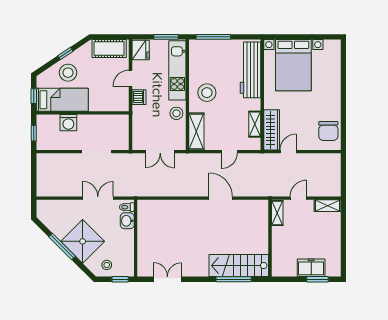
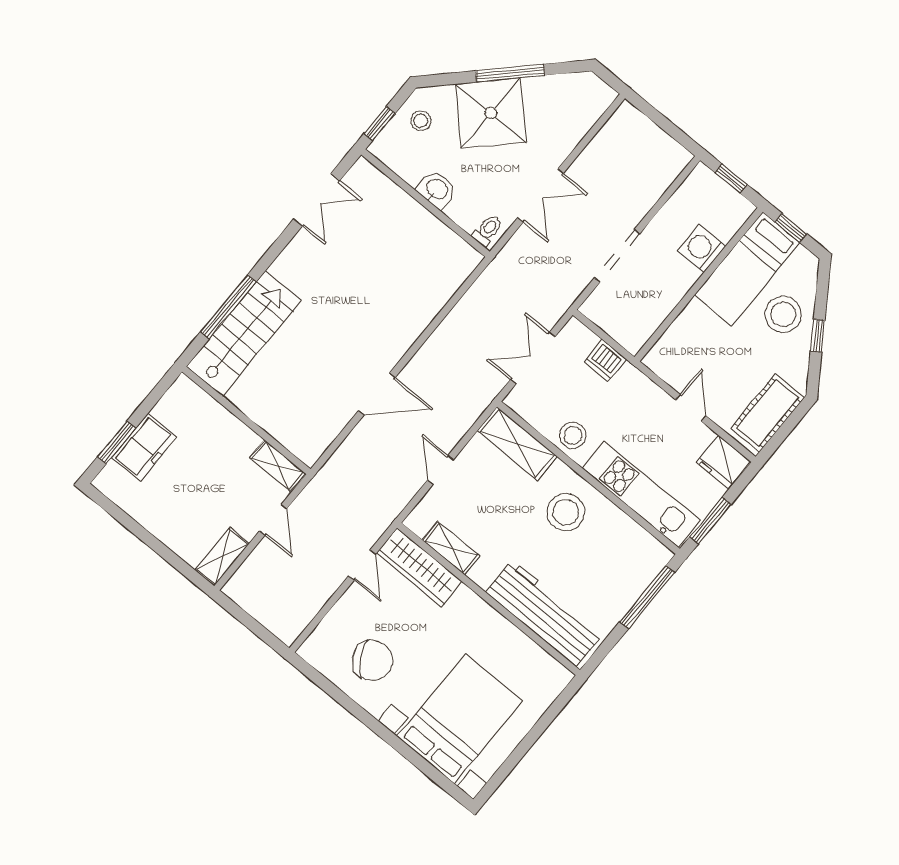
bed with nightstands: (293, 65) -> (460, 719), moved, turned 90
dishwasher: (139, 97) -> (605, 360), moved
chair: (328, 131) -> (372, 660), moved, turned 150
washbasin: (127, 221) -> (437, 190), moved

